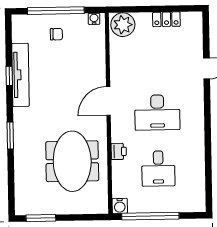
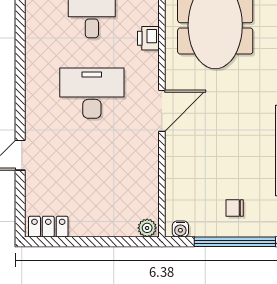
locker: (166, 19) -> (48, 227), moved
plant: (123, 25) -> (147, 228), width x0.53, depth x0.53

